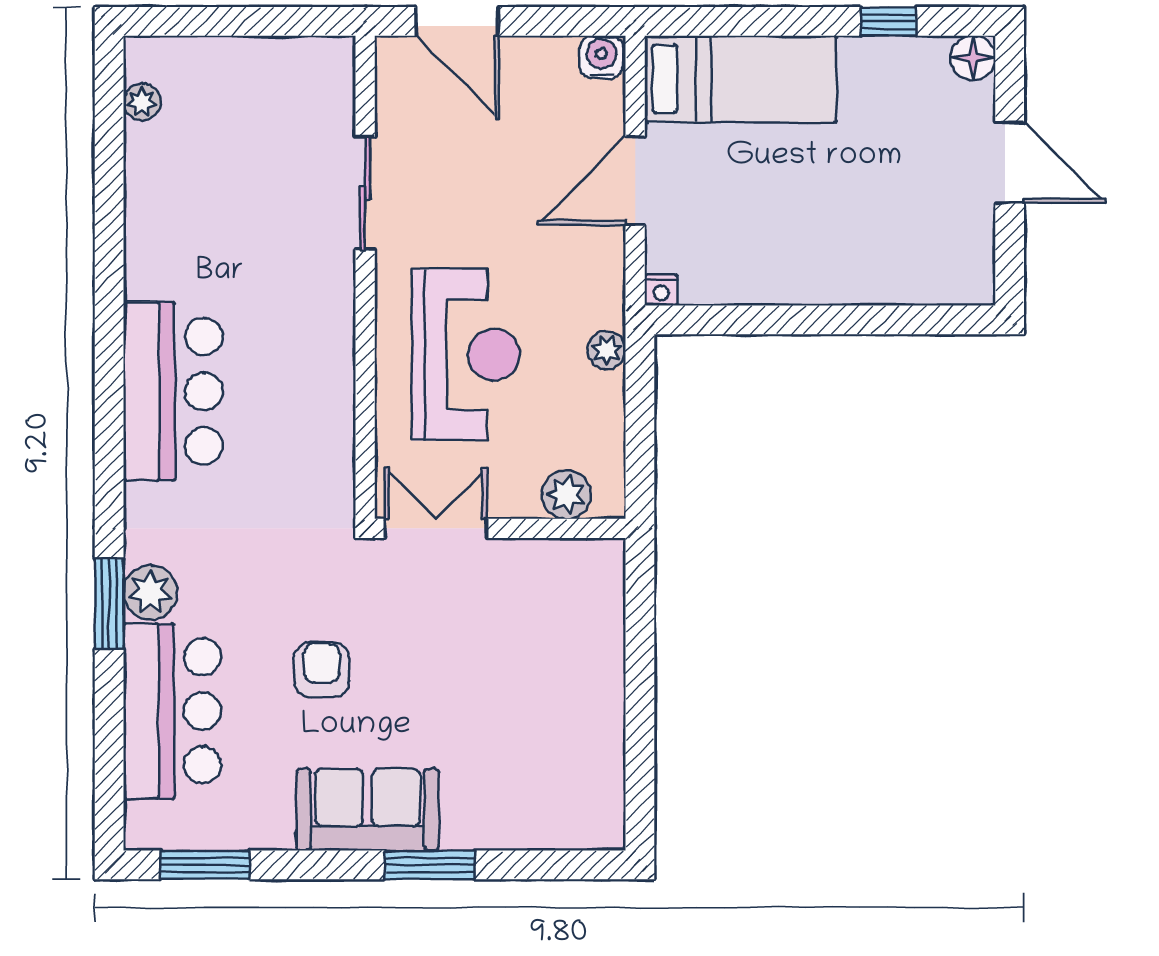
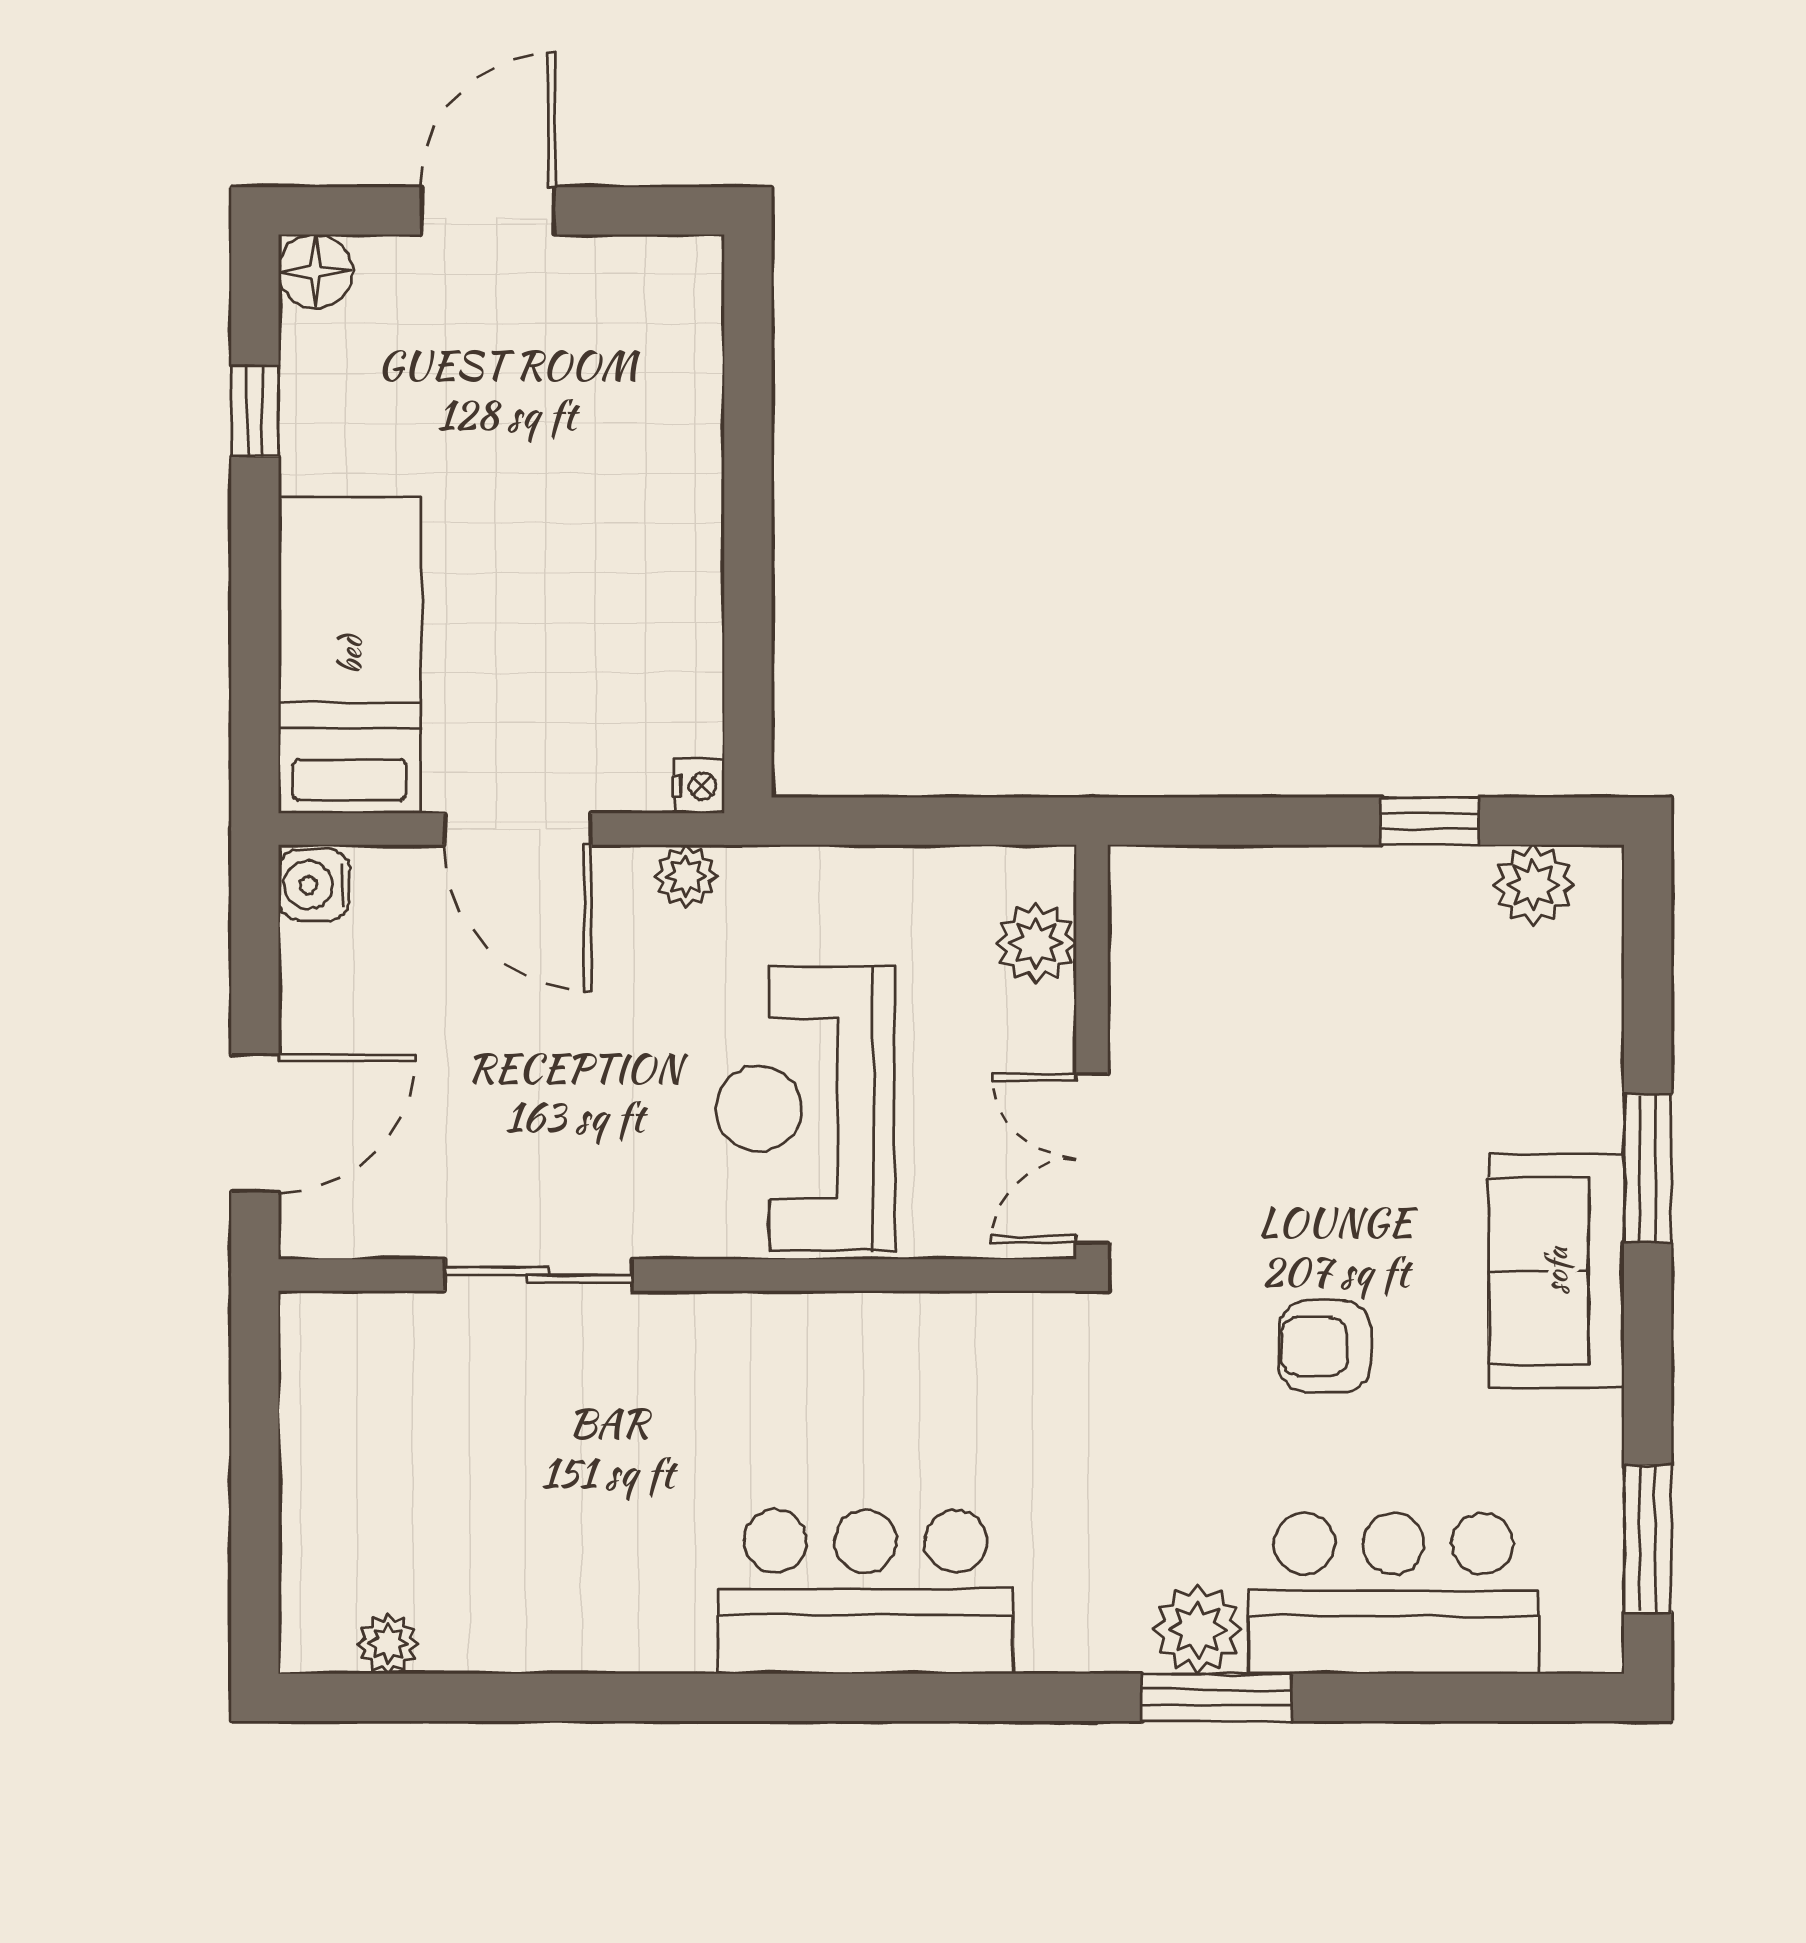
plant: (607, 350) -> (686, 876), moved
reception desk: (466, 355) -> (805, 1109), turned -90
window: (640, 733) -> (1429, 821), added
plant: (601, 796) -> (1533, 885), added

